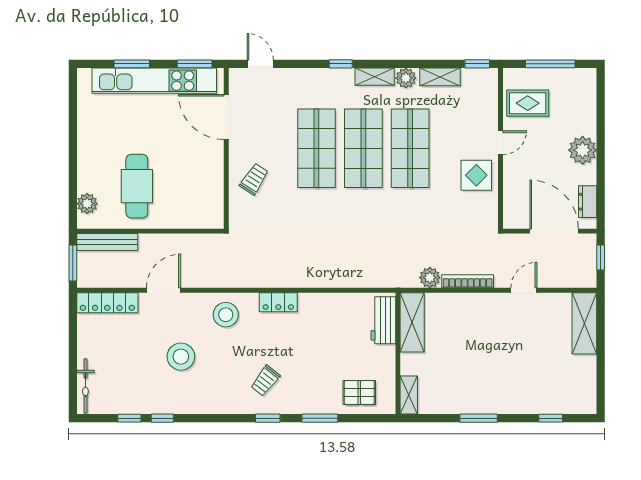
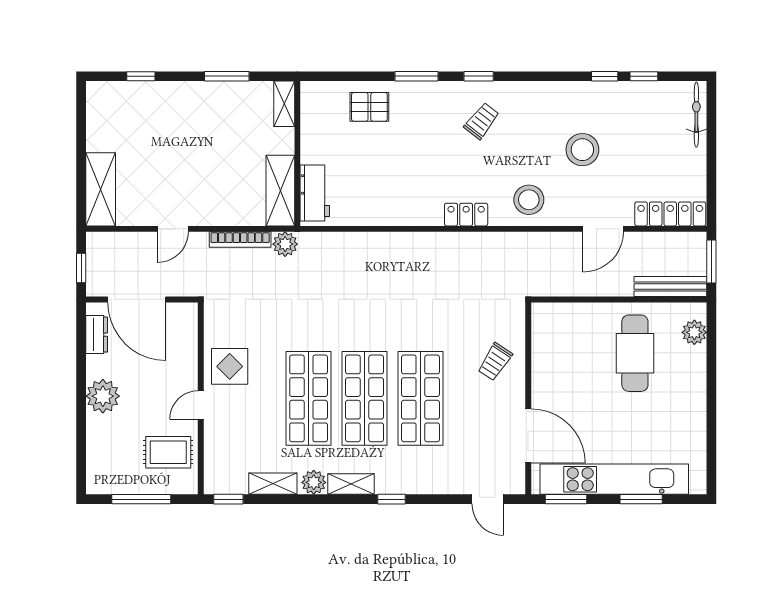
workbench: (383, 320) -> (315, 193), moved
shelving: (412, 322) -> (280, 191), moved
wall: (398, 353) -> (297, 153), moved
shelving: (409, 395) -> (284, 104), moved

